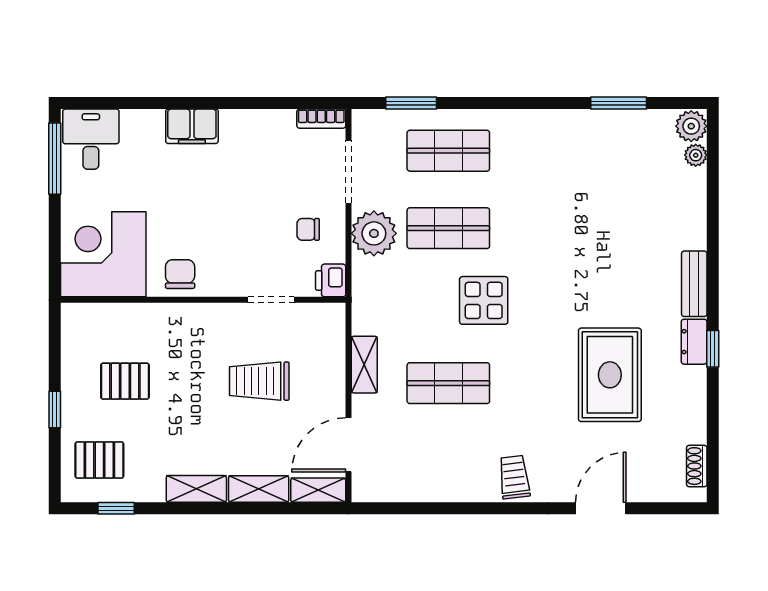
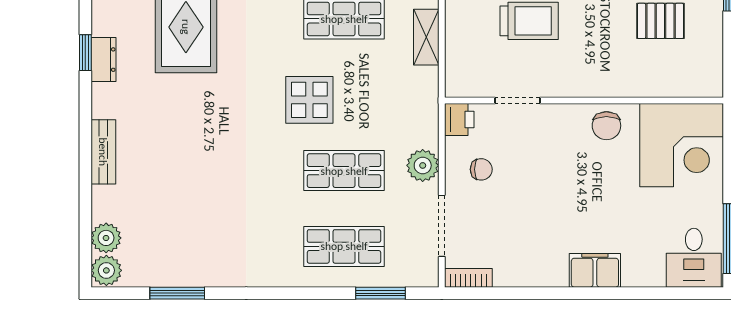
plant: (696, 155) -> (106, 238), width x1.38, depth x1.38
plant: (374, 233) -> (423, 165), width x0.73, depth x0.73
bench: (694, 284) -> (103, 152), moved

